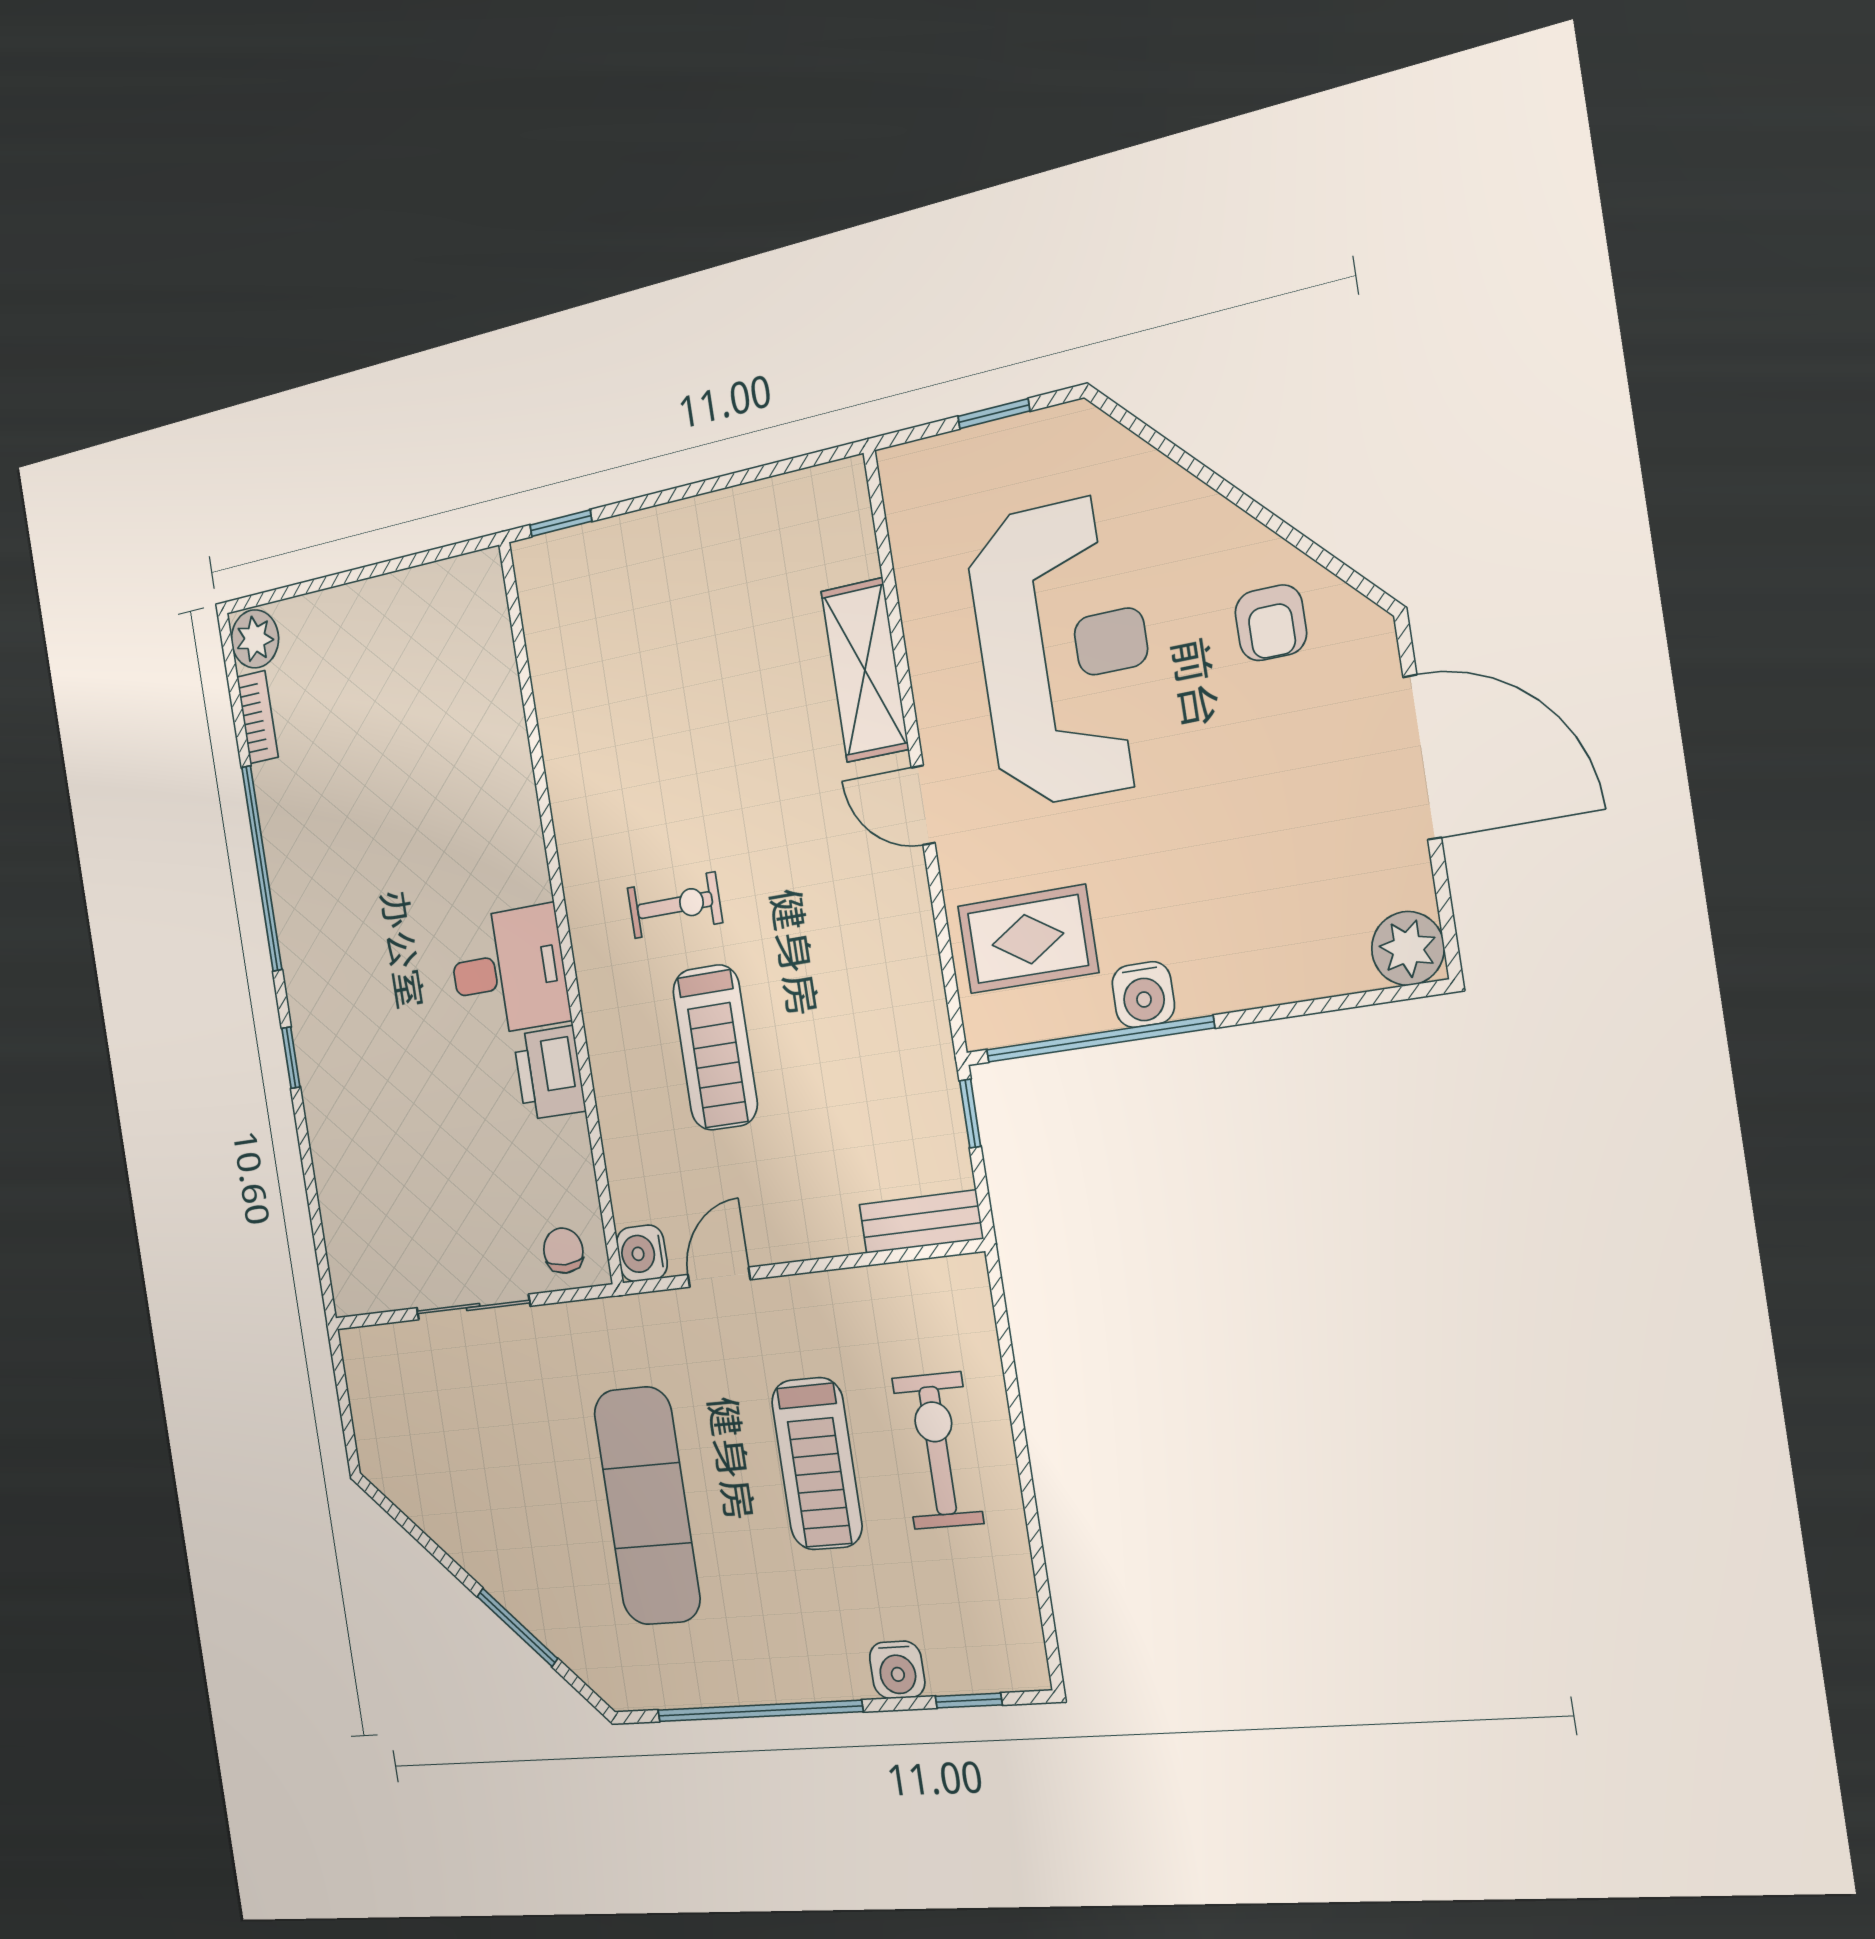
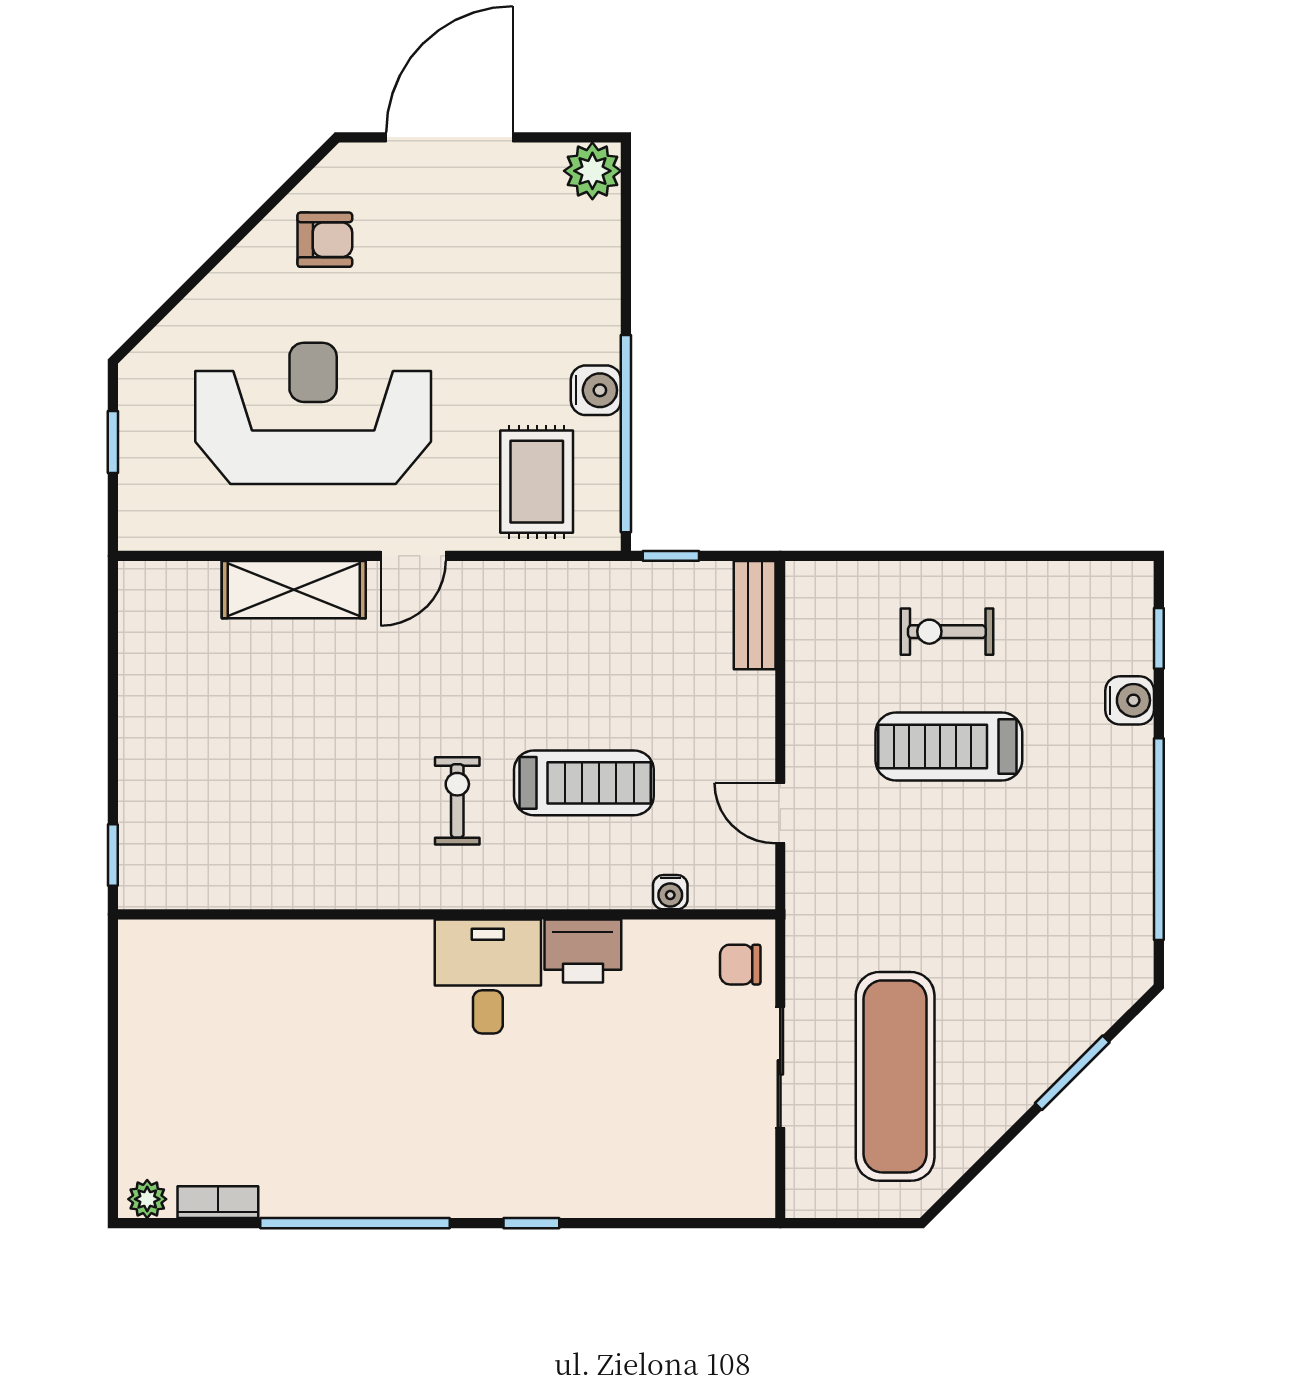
plant: (255, 639) -> (147, 1199), width x0.73, depth x0.73
water cooler: (642, 1253) -> (670, 892), moved, width x0.72, depth x0.72
exercise bike: (938, 1451) -> (947, 632), width x0.73, depth x0.72
treadmill: (817, 1464) -> (949, 746), turned 180
exercise mat: (647, 1506) -> (895, 1076), moved, turned 90

